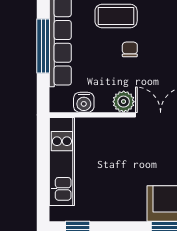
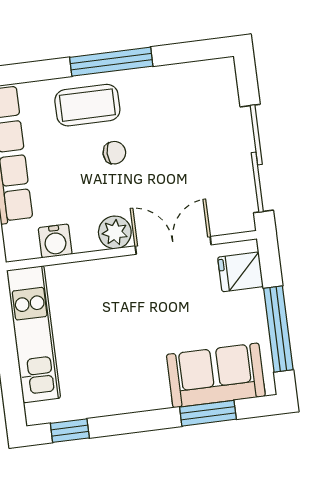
chair: (130, 49) -> (114, 153), turned 90

